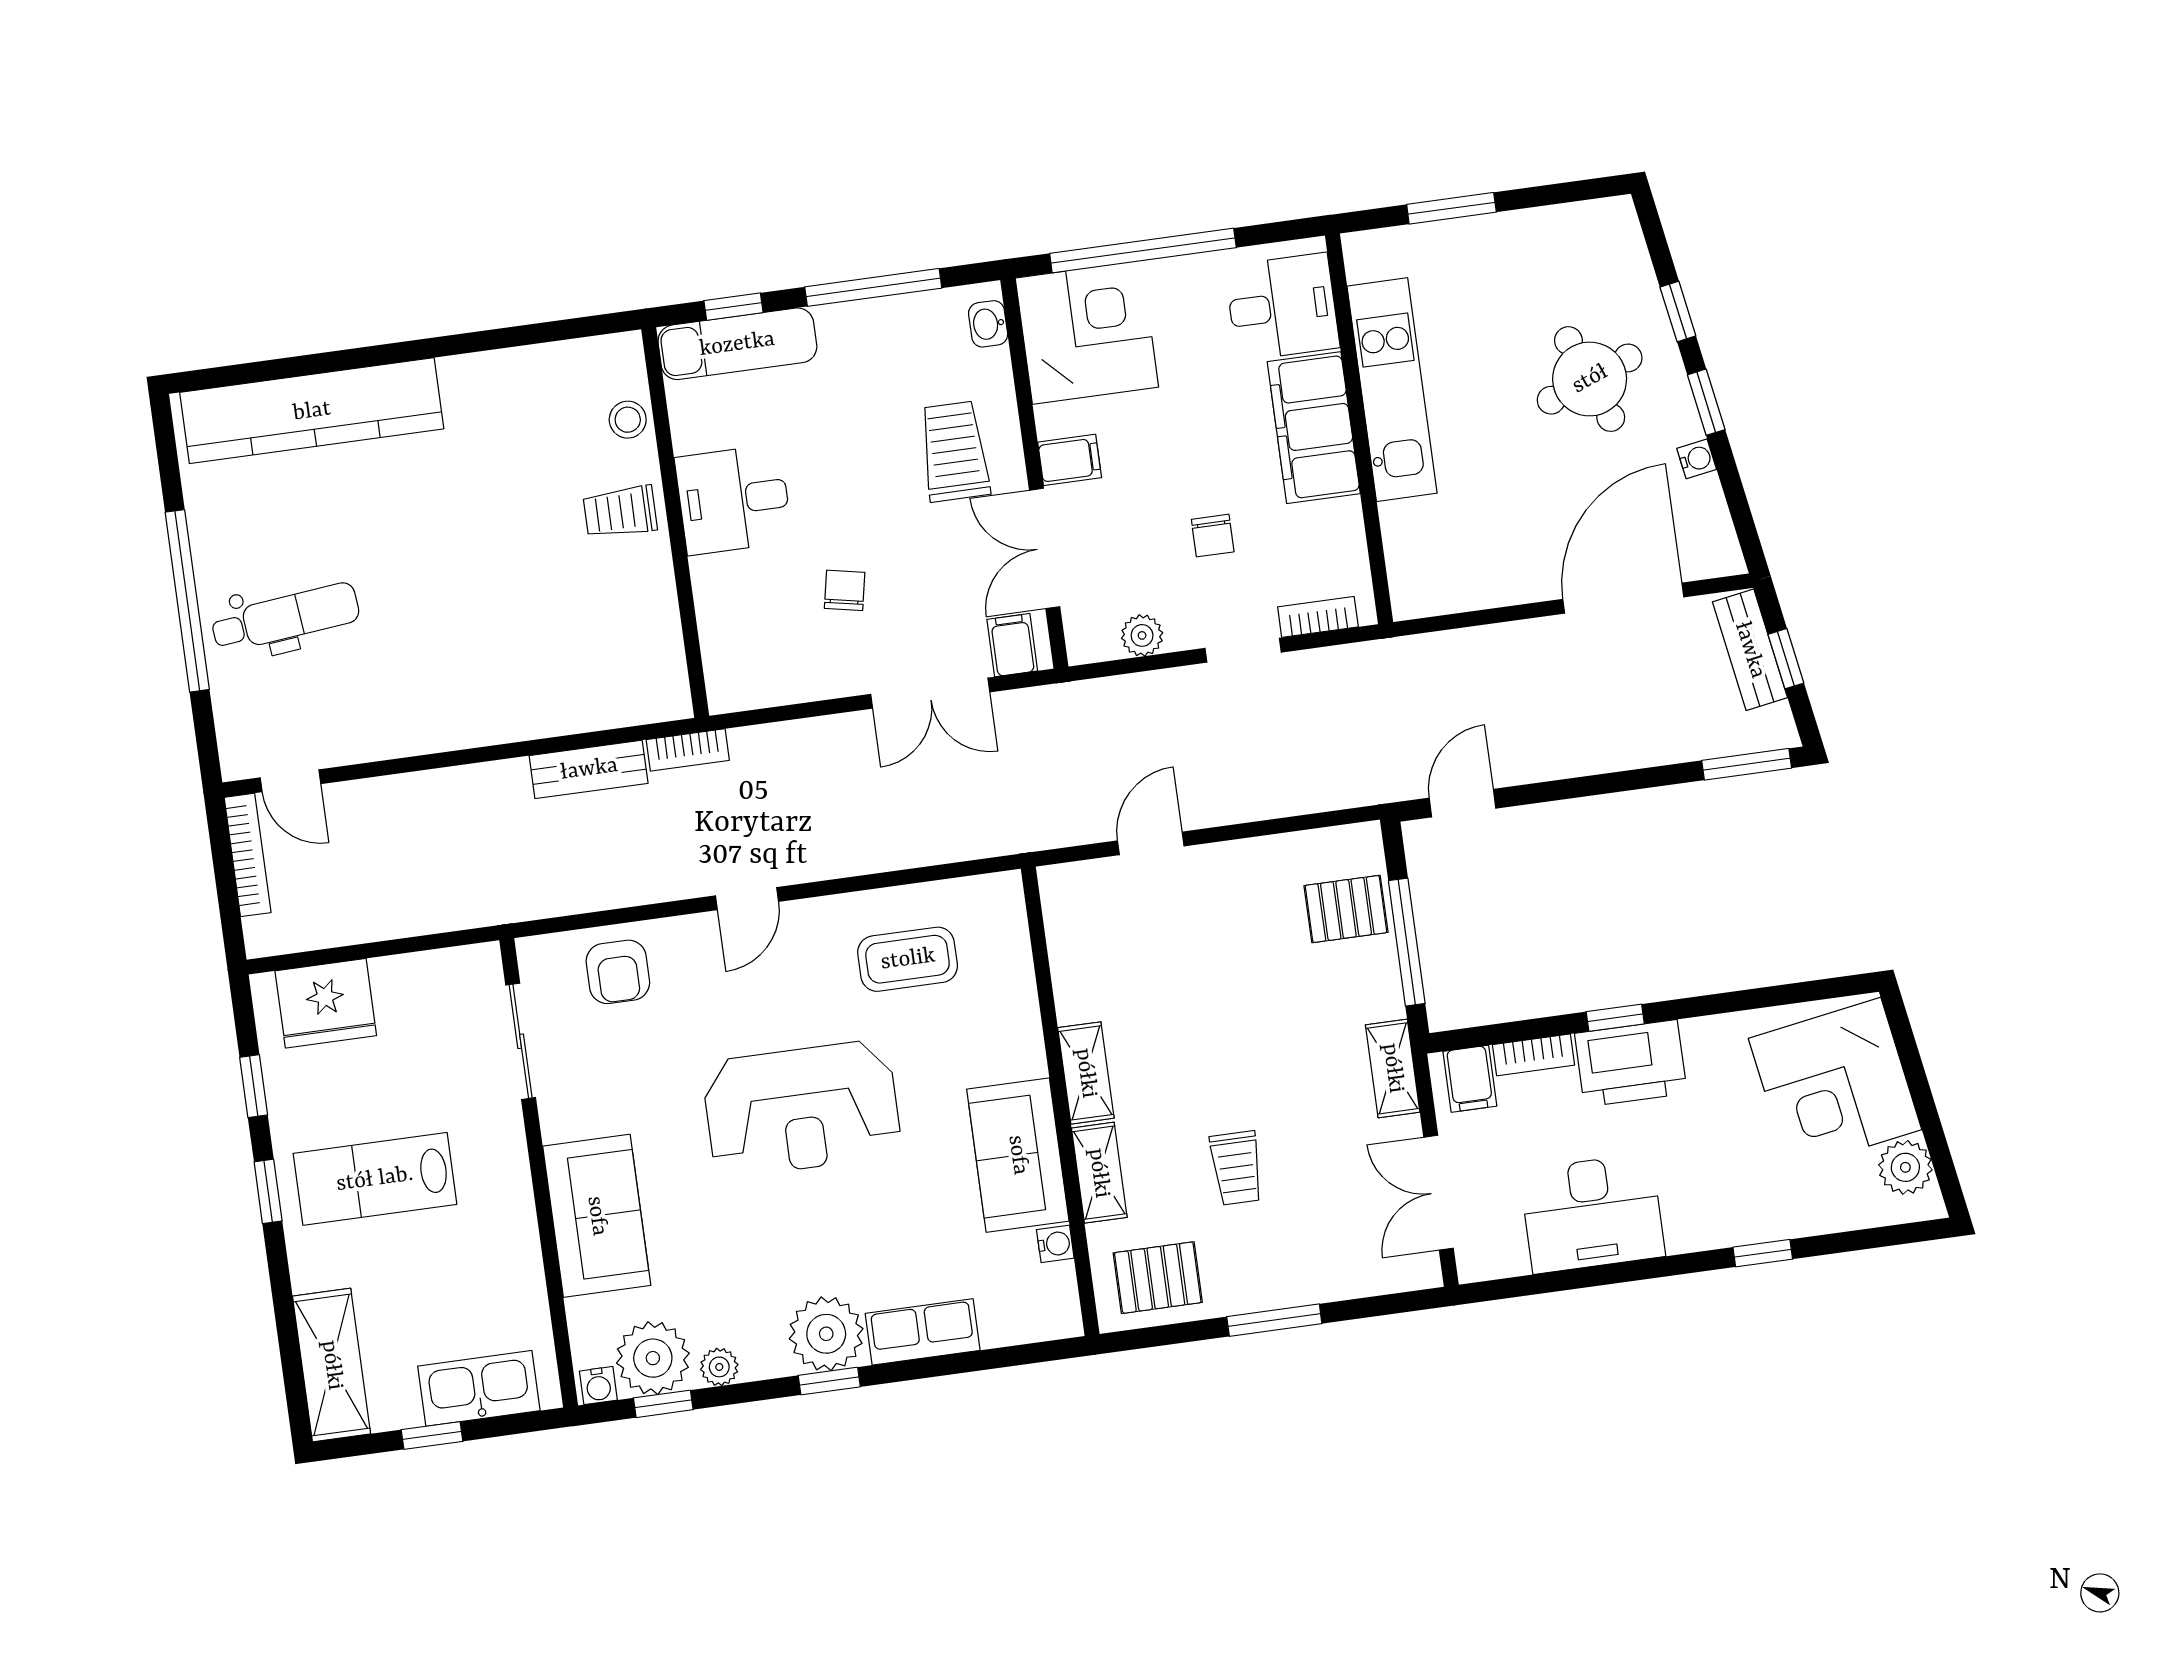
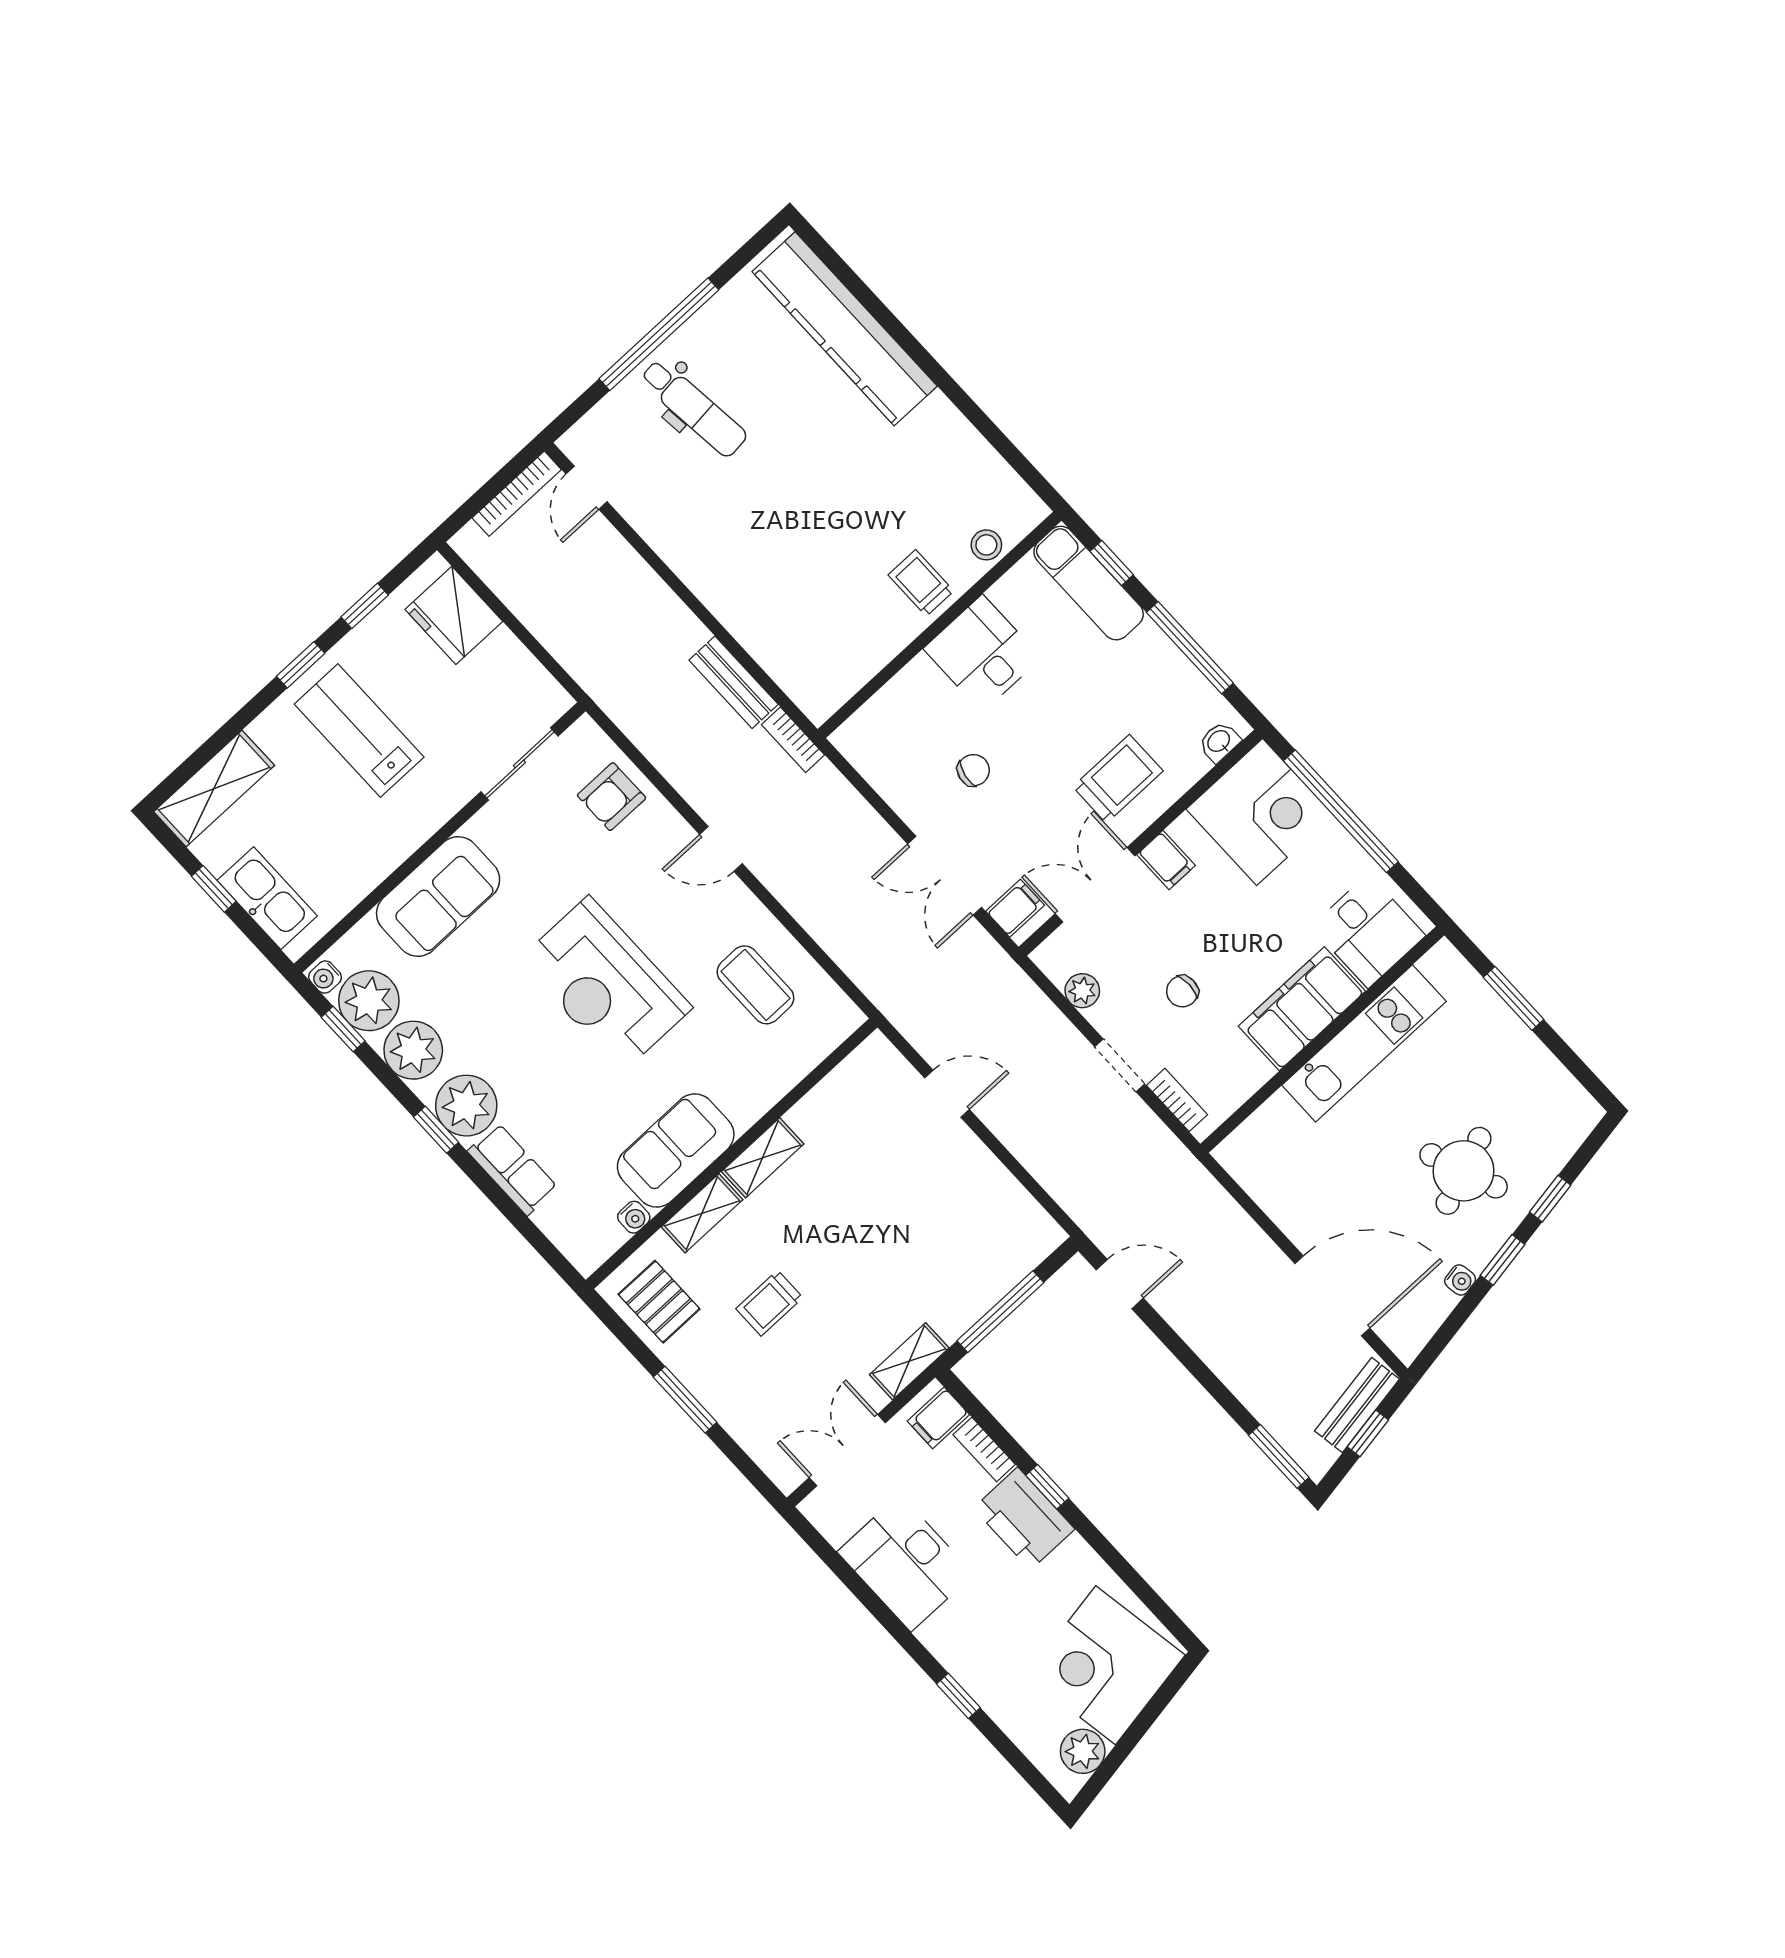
pallet: (1346, 909) -> (994, 1255), removed
plant: (719, 1367) -> (413, 1050), width x1.88, depth x1.88

